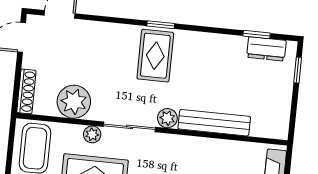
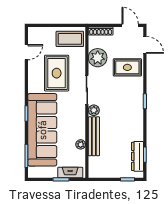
dresser: (266, 49) -> (138, 156), width x1.44
rug: (155, 56) -> (127, 67), moved
plant: (92, 134) -> (81, 144), moved

